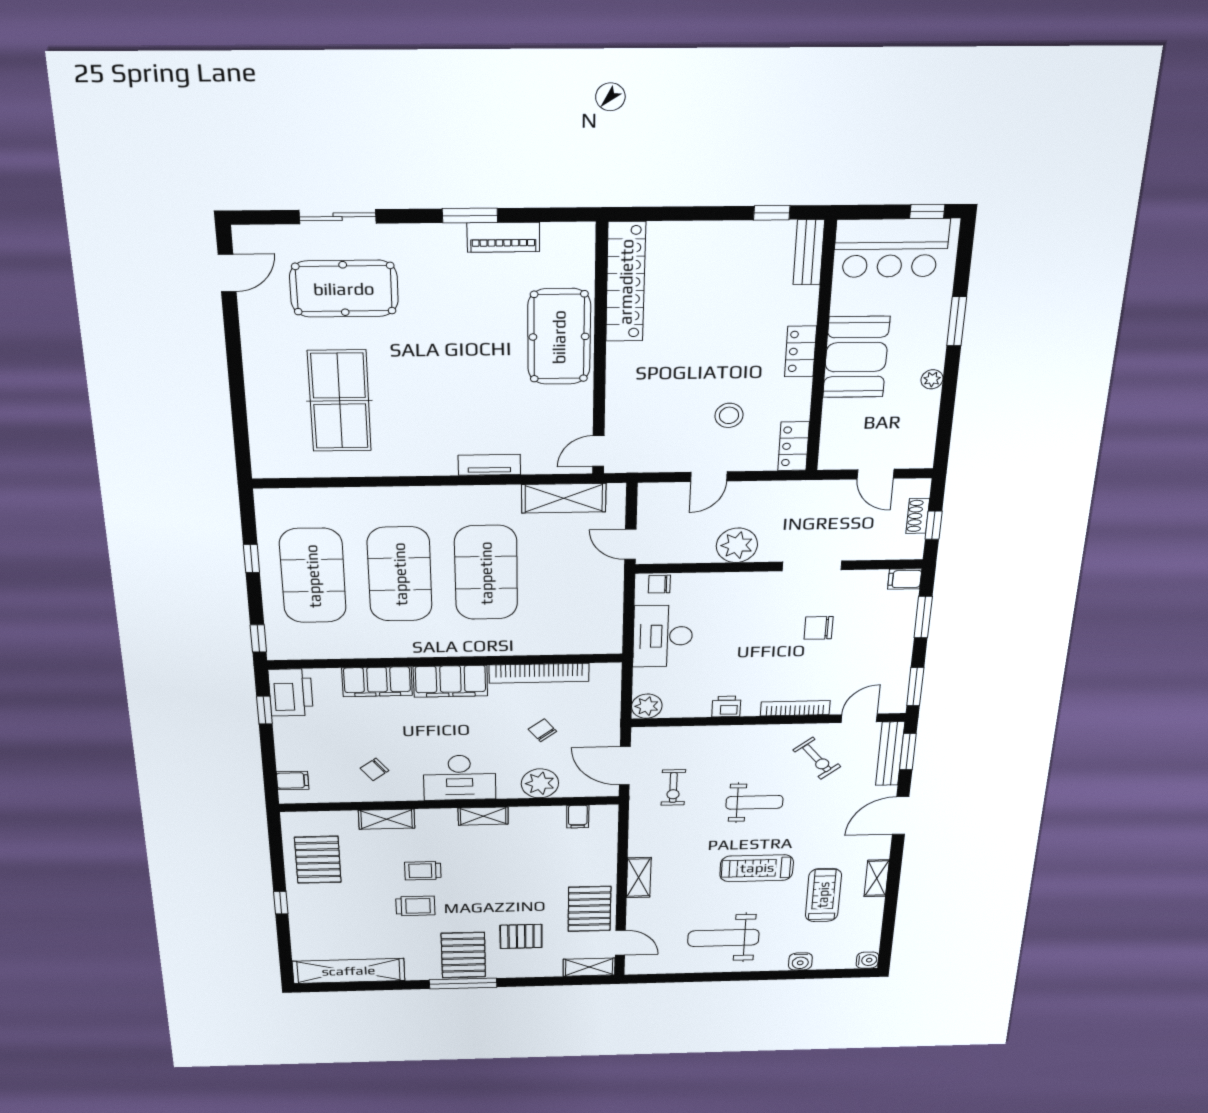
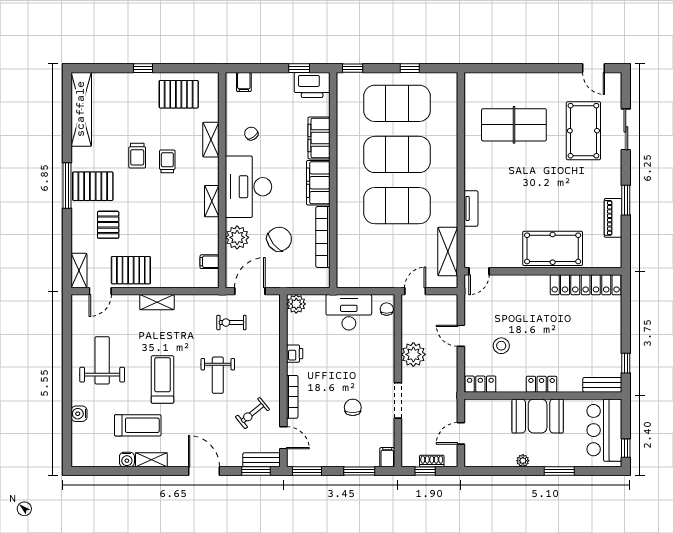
door: (598, 451) -> (479, 271), swing flipped
chair: (542, 730) -> (279, 239), width x1.87, depth x1.87
bench: (890, 754) -> (262, 460), width x0.73
desk: (460, 778) -> (248, 187), width x1.36, depth x1.30
water cooler: (867, 960) -> (127, 460), moved

